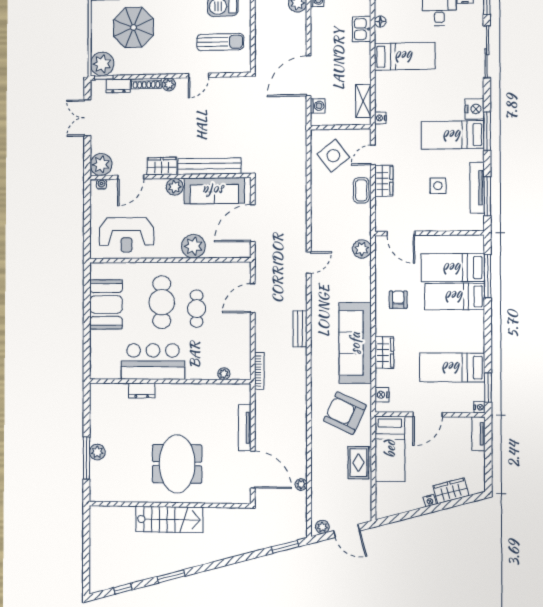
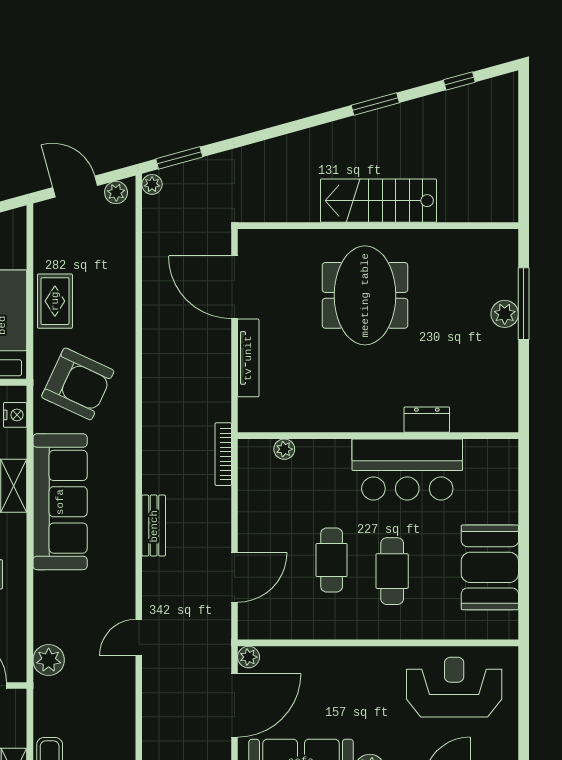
plant: (193, 246) -> (249, 657), moved, width x0.53, depth x0.53
cafe table: (162, 302) -> (392, 571), width x0.73, depth x0.74
plant: (301, 485) -> (152, 184), moved

